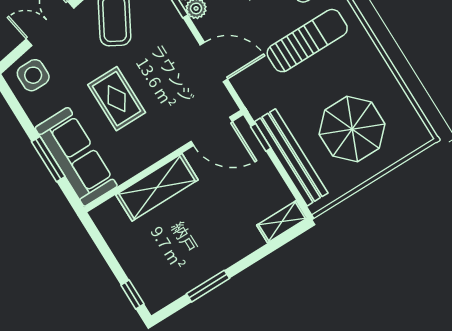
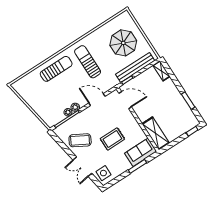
door: (214, 62) -> (97, 100), hinge flipped
door: (212, 131) -> (125, 100), hinge flipped
sofa: (76, 157) -> (141, 152), width x0.73
shelving: (157, 187) -> (156, 133), moved

